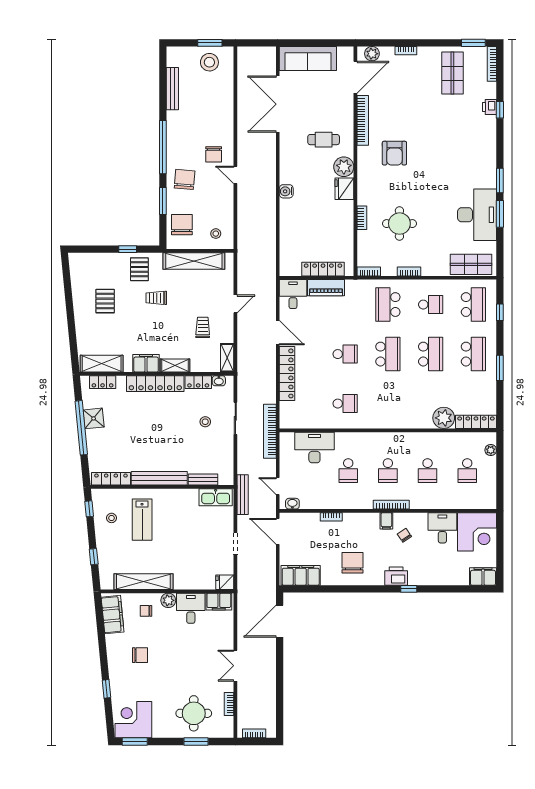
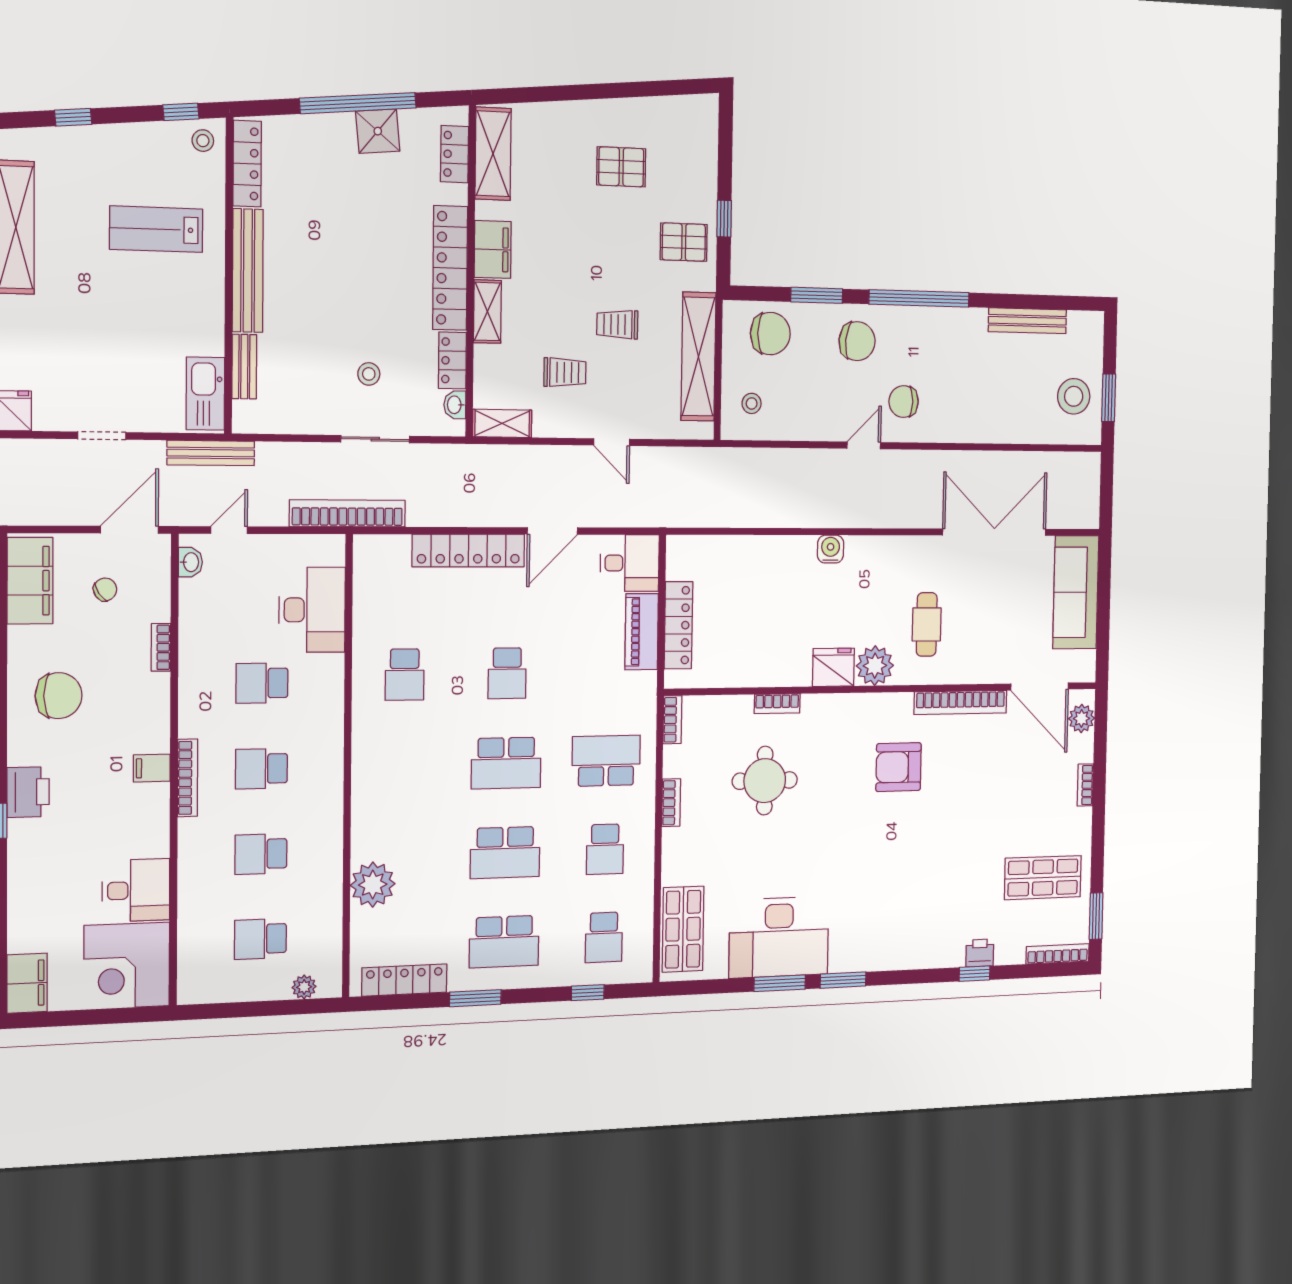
trolley: (156, 298) -> (617, 324), moved, turned -90
school desk: (473, 305) -> (604, 937), width x0.54
locker: (476, 422) -> (404, 980), moved, turned -90
stool: (112, 518) -> (203, 141), moved
chair: (404, 535) -> (105, 589), moved

